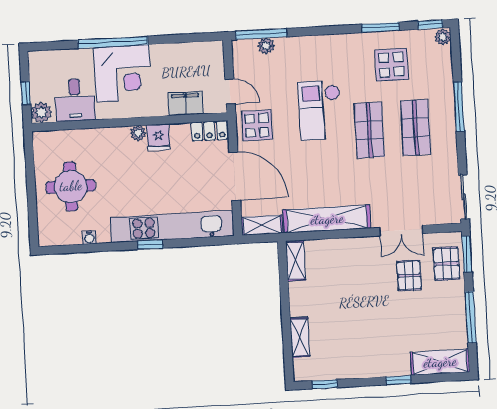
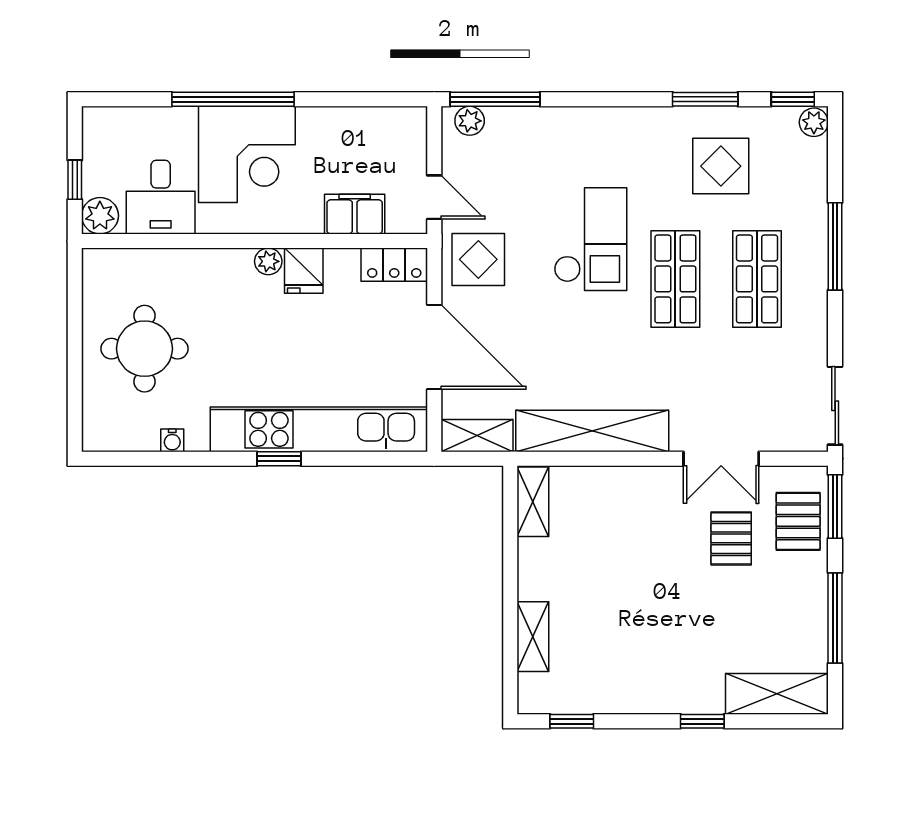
plant: (266, 46) -> (470, 121), moved
checkout: (320, 110) -> (590, 239), turned 180

